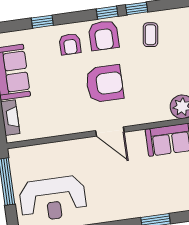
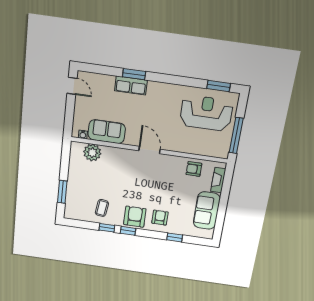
armchair: (105, 84) -> (194, 169), moved, width x0.53, depth x0.53
row of seats: (156, 206) -> (131, 85), added

